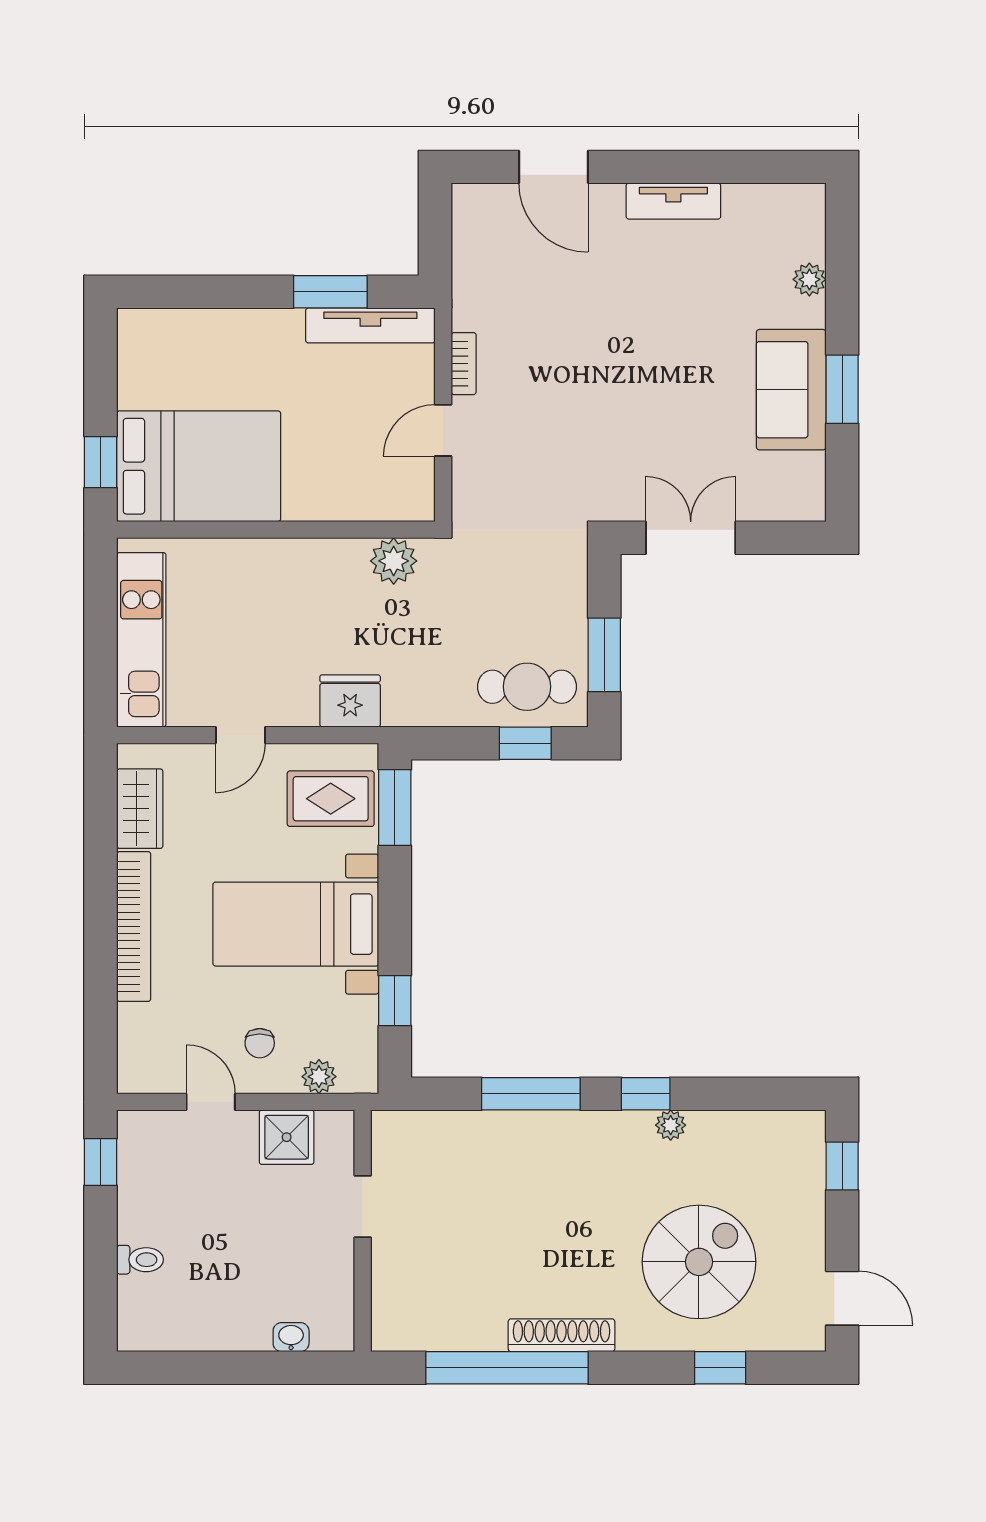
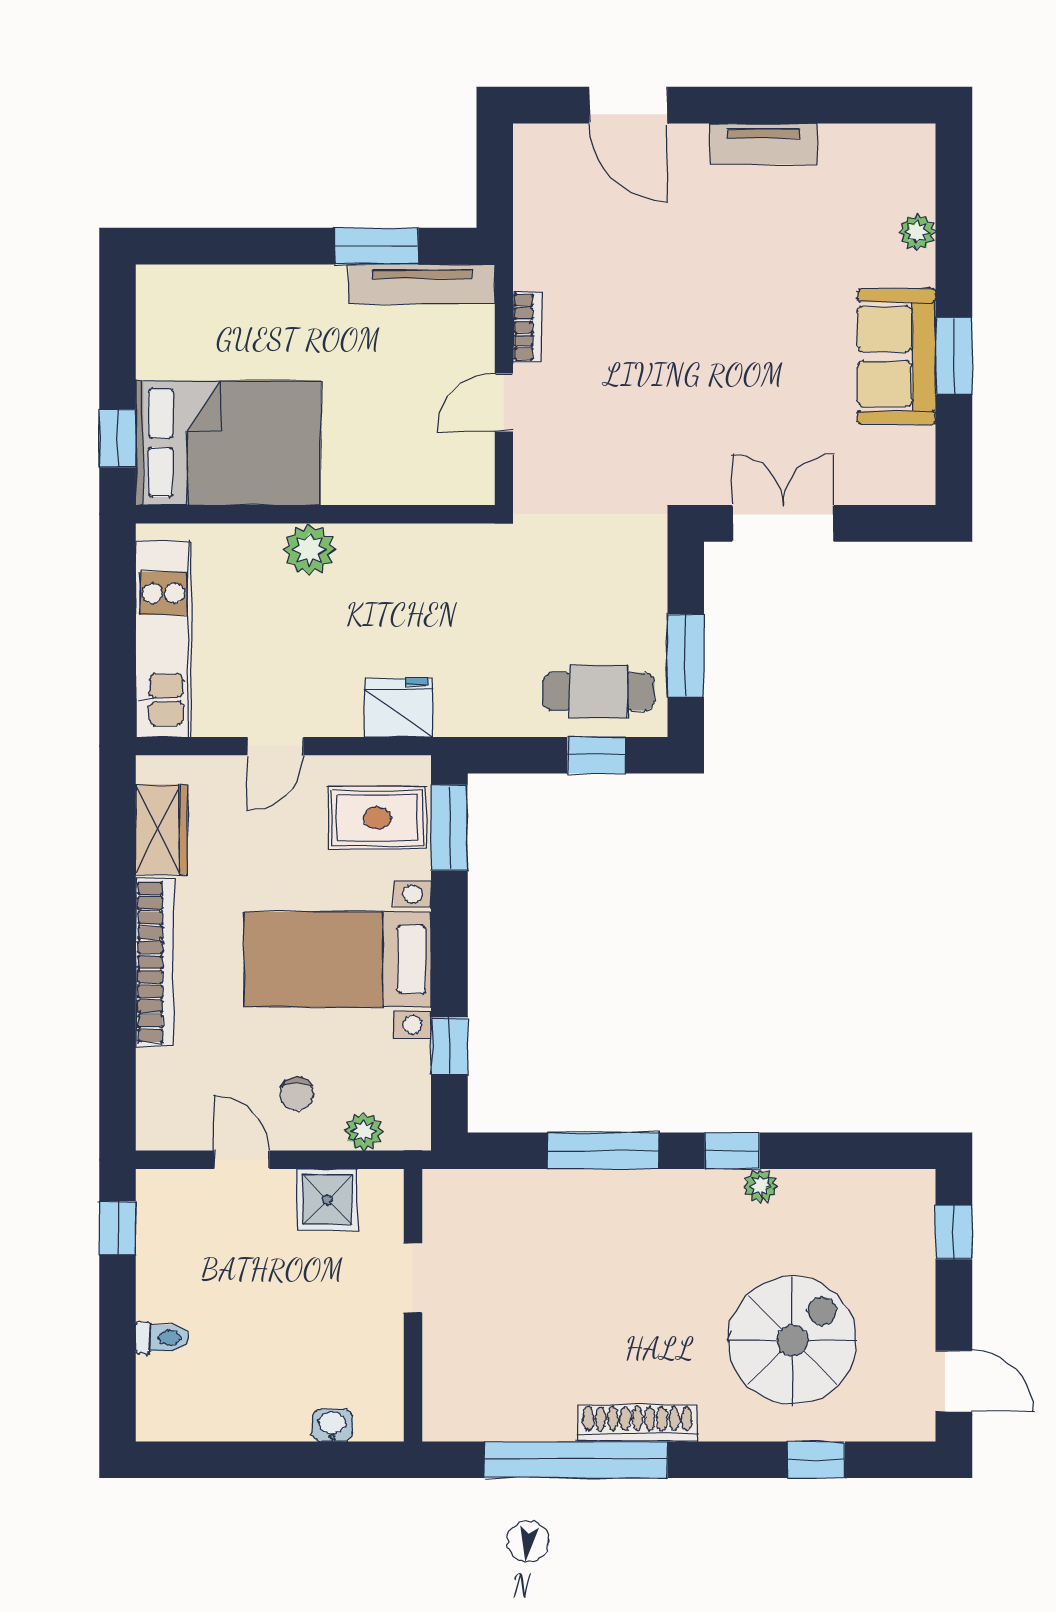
plant: (394, 561) -> (309, 550), moved

